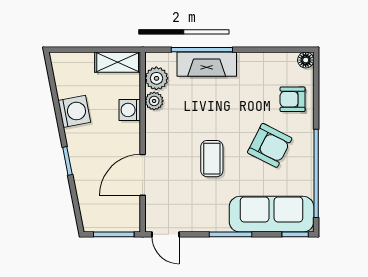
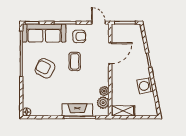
armchair: (293, 99) -> (79, 36), moved
washing machine: (130, 110) -> (117, 86), removed

